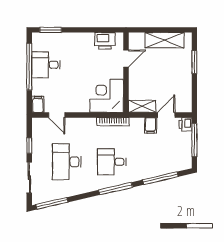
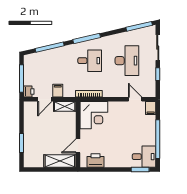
shelving: (164, 40) -> (60, 161), moved
desk: (46, 65) -> (144, 157), moved

